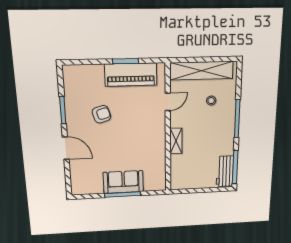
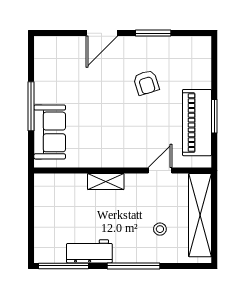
door: (168, 102) -> (160, 170), swing flipped
workbench: (225, 171) -> (89, 251), moved
sofa: (123, 182) -> (50, 132), moved

